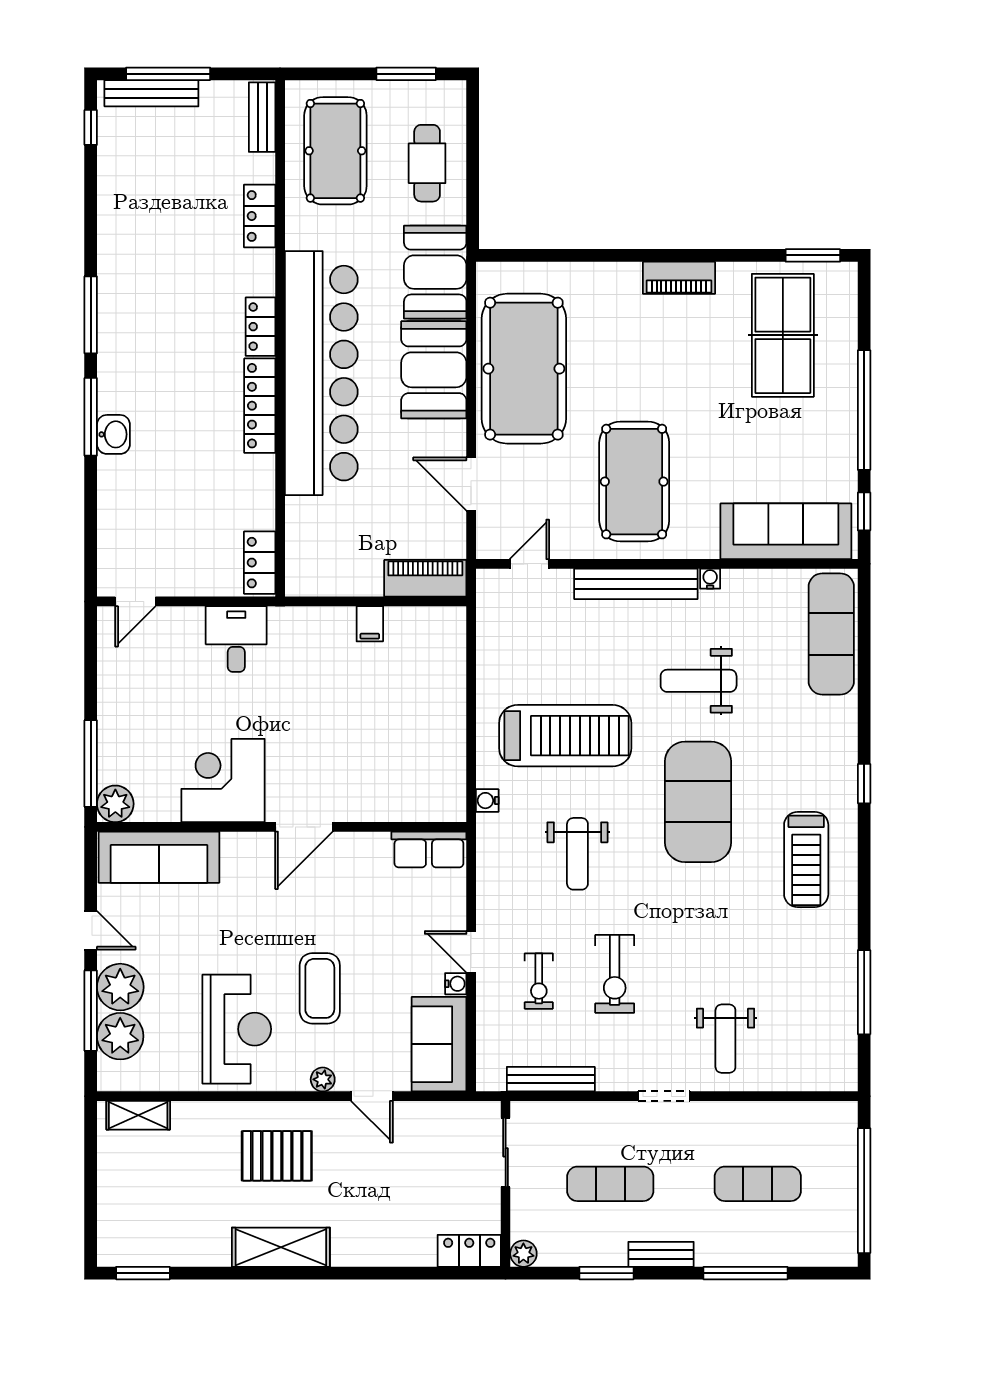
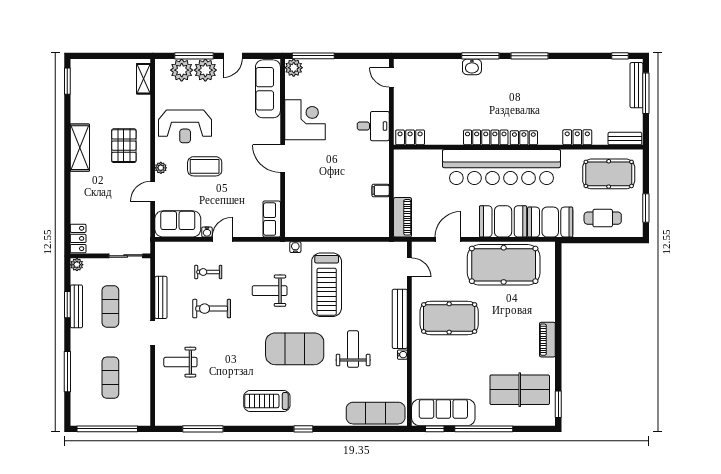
sofa: (786, 531) -> (443, 412), moved, turned -90
bench: (551, 1079) -> (161, 297), moved
bench: (661, 1254) -> (76, 306), moved, width x1.36

